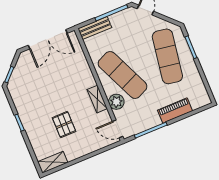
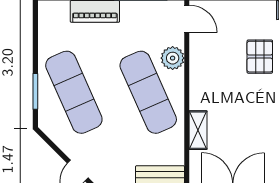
exercise mat: (167, 56) -> (74, 92), turned -33
shelving: (97, 99) -> (198, 130), moved

